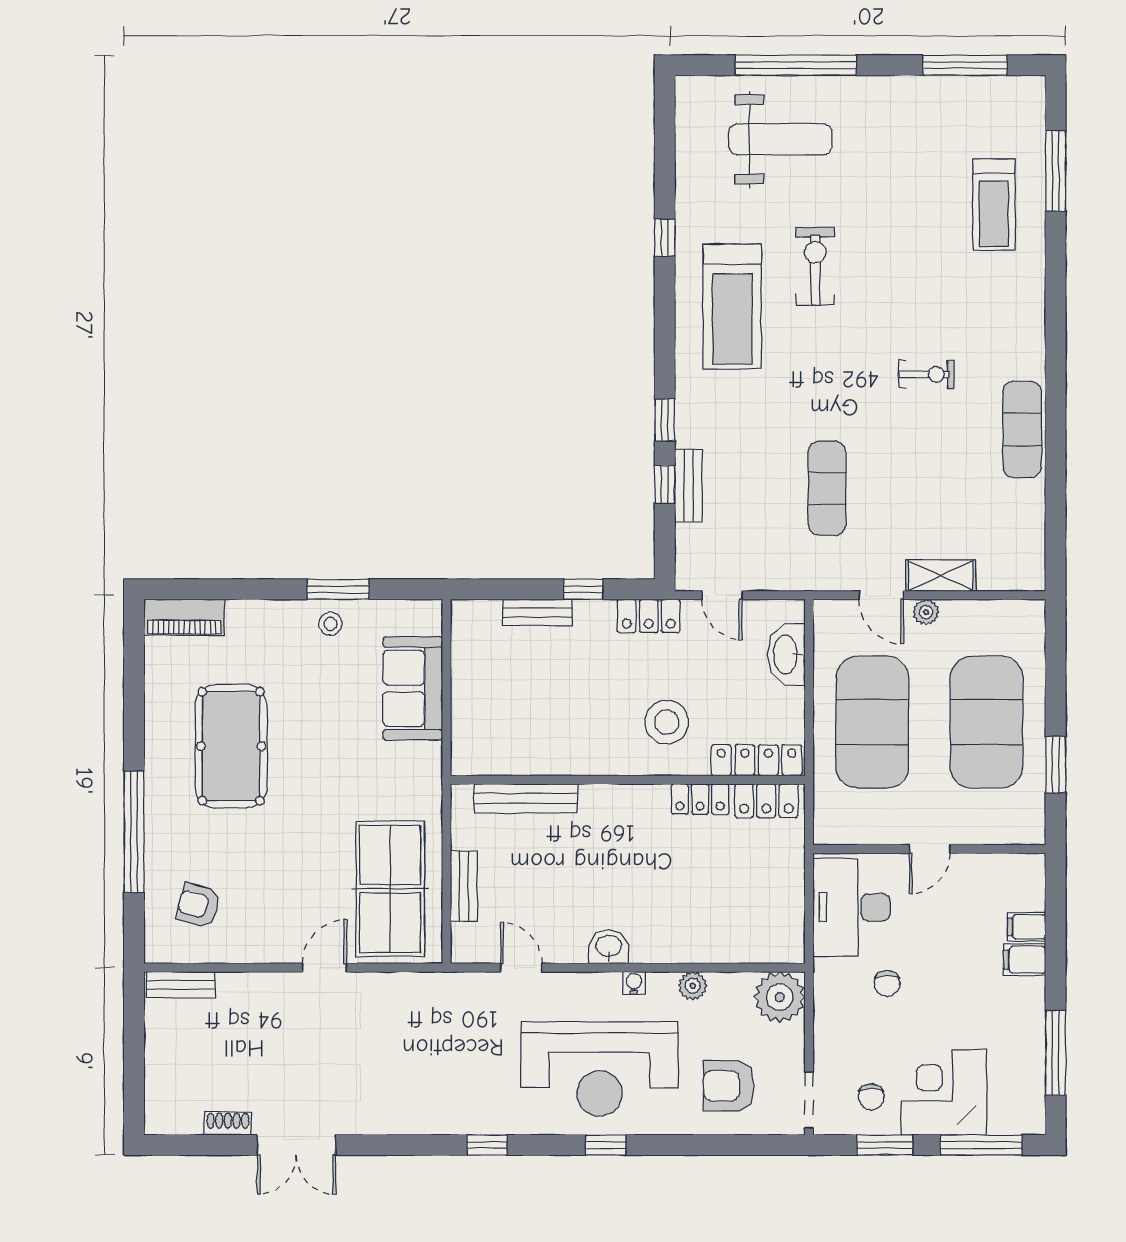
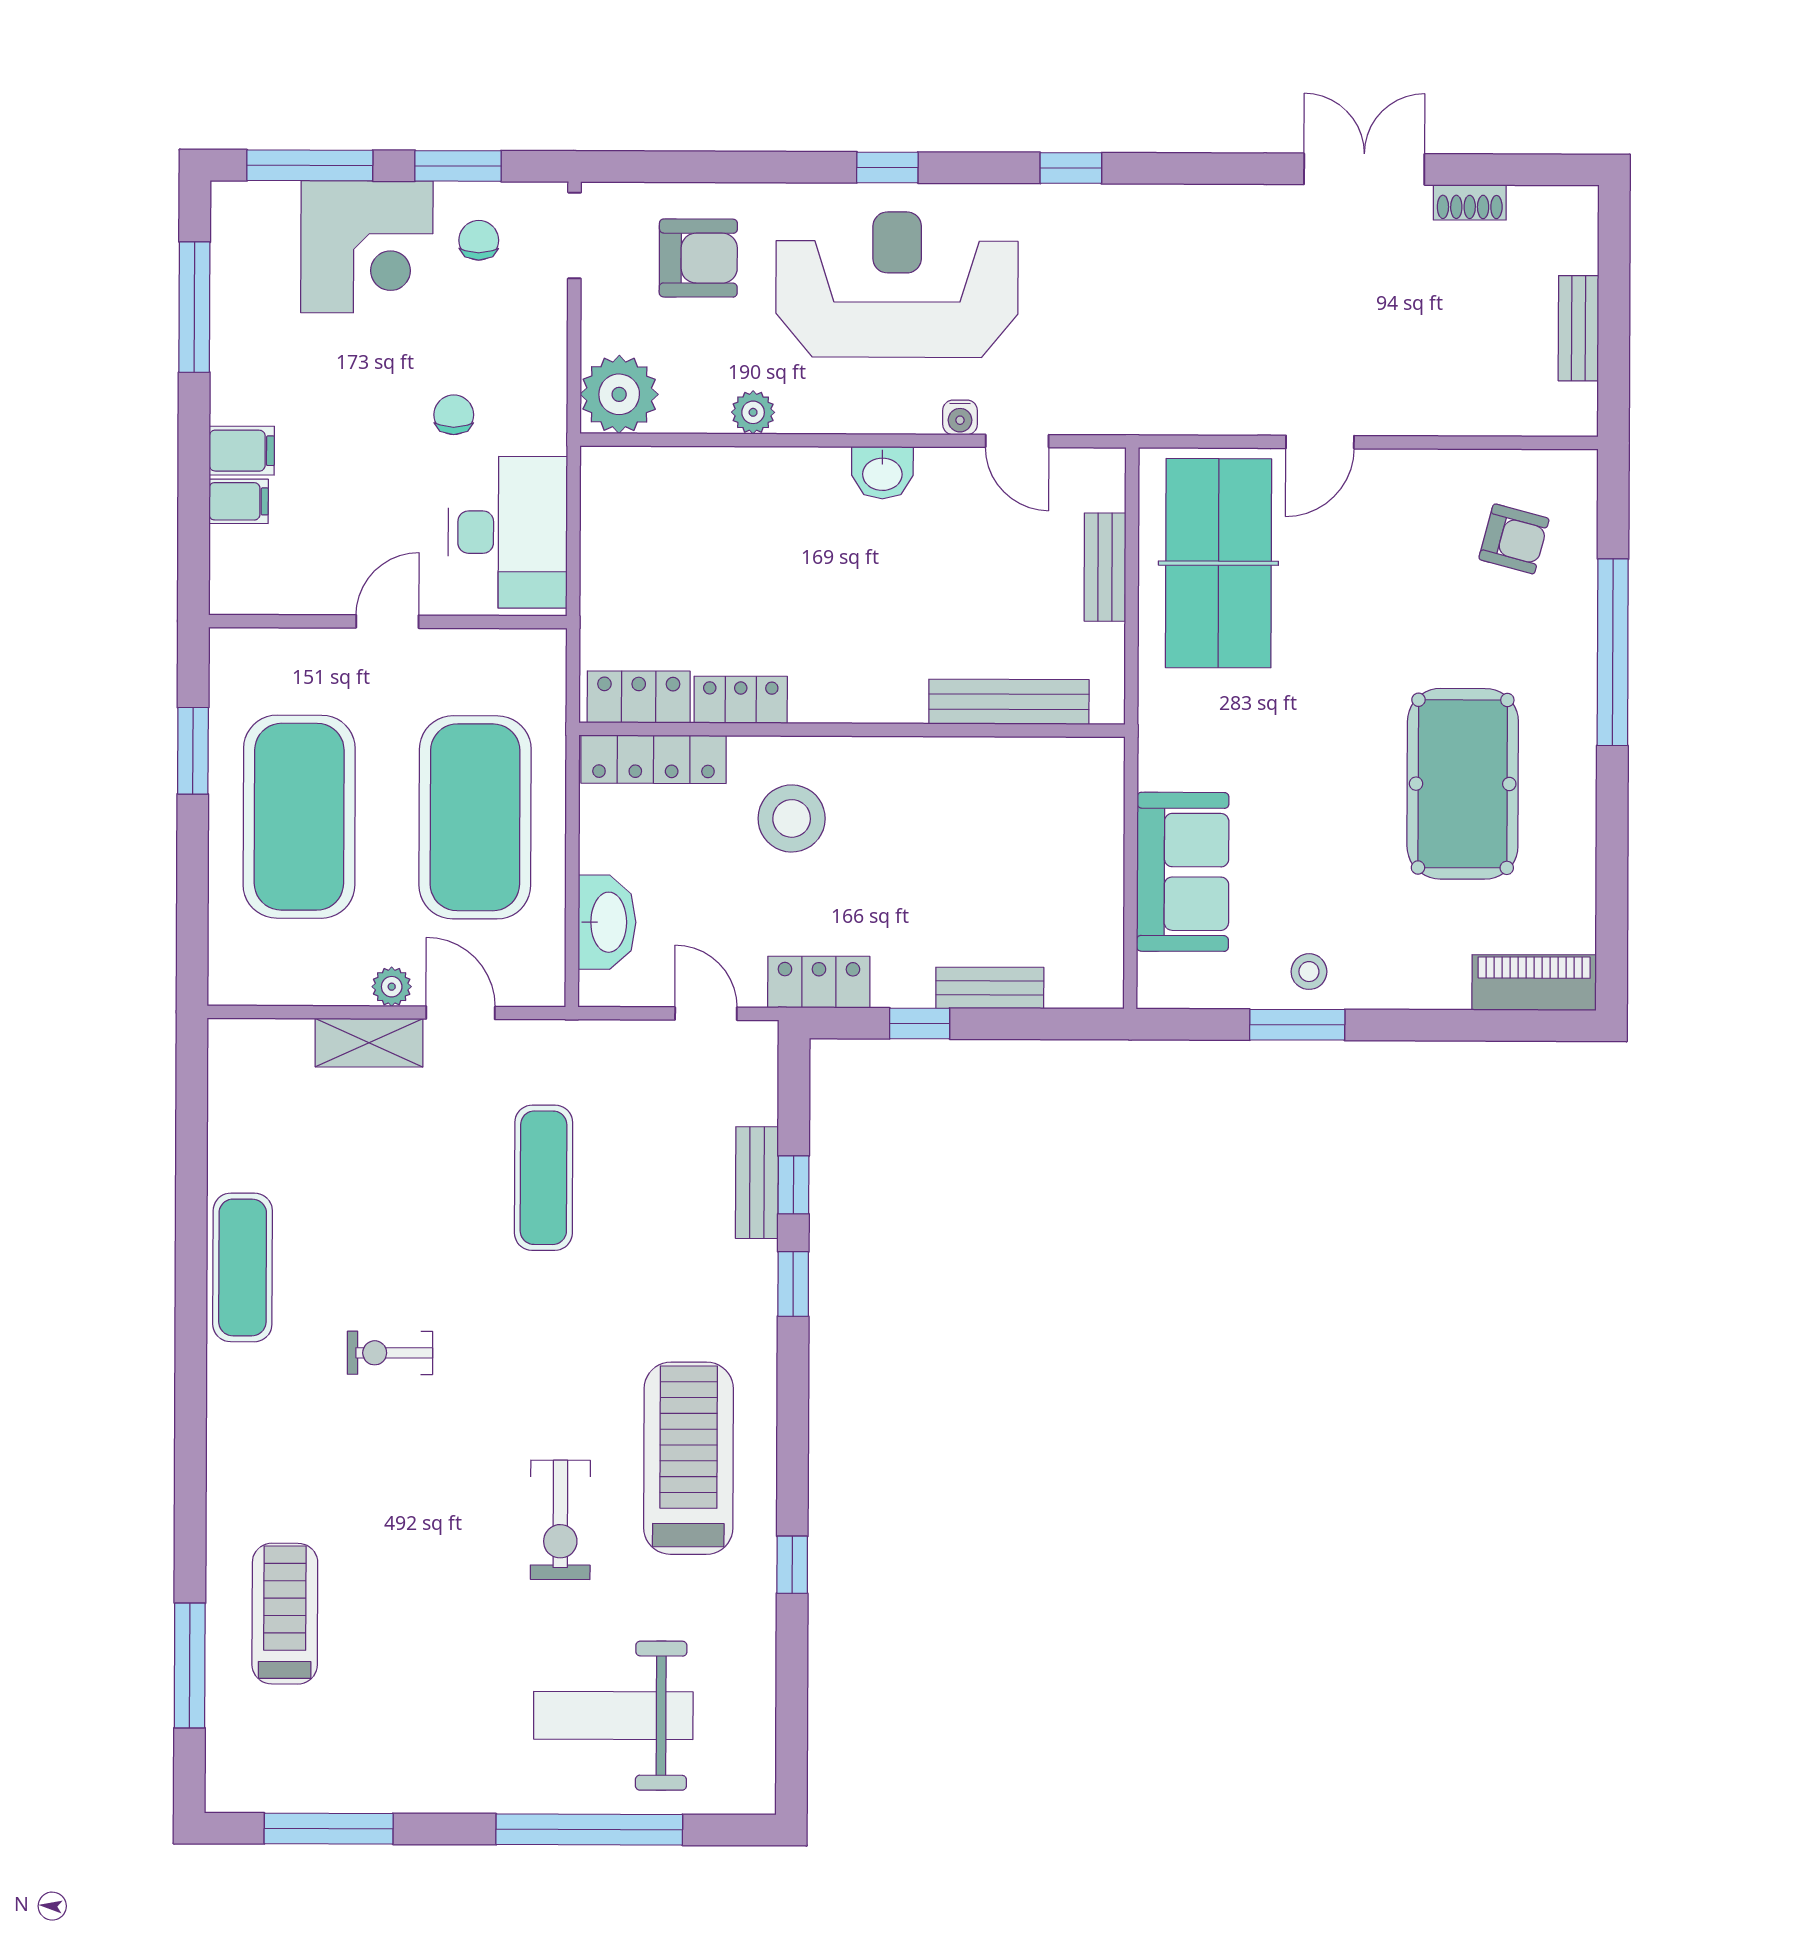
water cooler: (634, 983) -> (960, 417), moved
bench: (181, 985) -> (1578, 328), moved, turned 90

